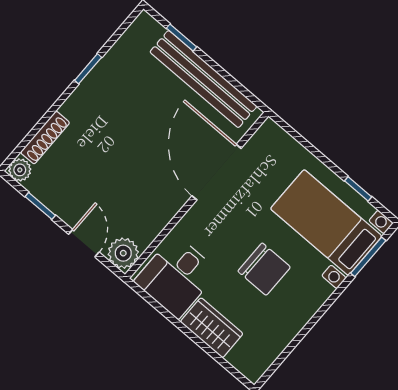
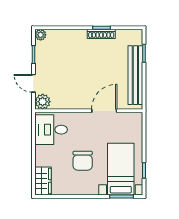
shoe rack: (45, 138) -> (101, 34), moved
door: (217, 172) -> (104, 111), width x0.73
door: (84, 243) -> (33, 83), swing flipped
wardrobe: (212, 328) -> (43, 181), moved

